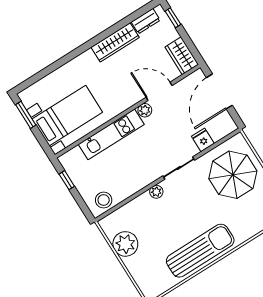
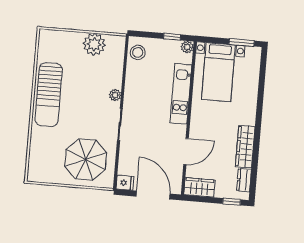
plant: (145, 110) -> (187, 47), moved
fridge: (203, 140) -> (125, 183), moved

